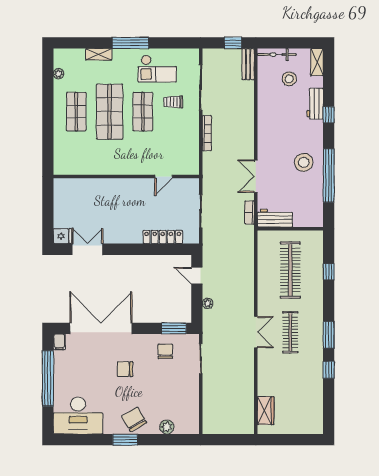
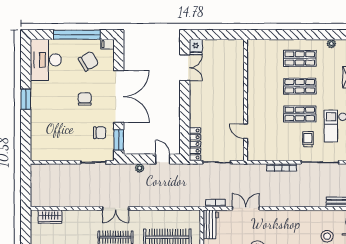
shop shelf: (110, 112) -> (300, 86), width x0.70, depth x0.74
locker: (163, 237) -> (195, 144), moved
door: (197, 276) -> (163, 159), hinge flipped
double door: (101, 328) -> (119, 96), moved
chair: (134, 419) -> (88, 61), moved
plant: (167, 427) -> (36, 134), removed

